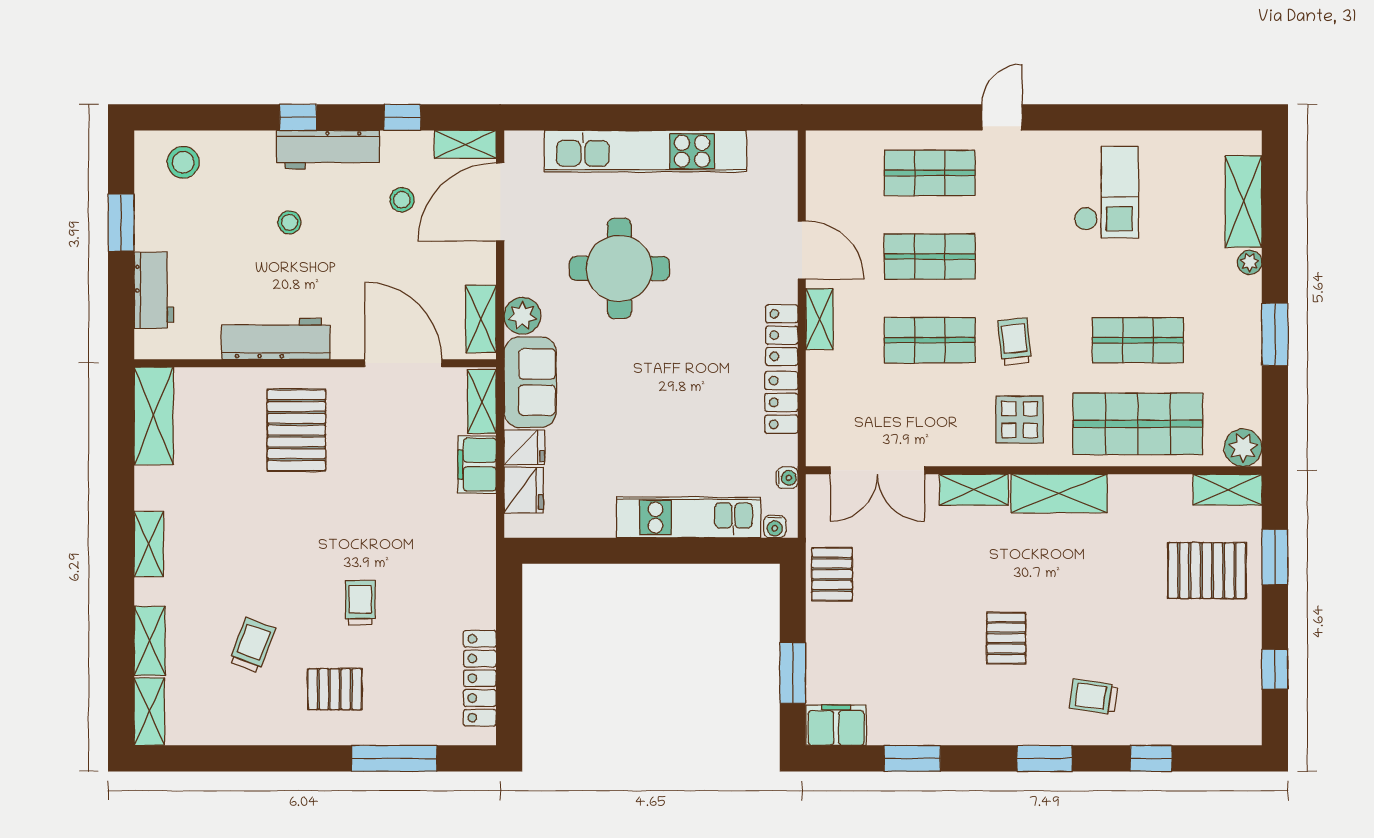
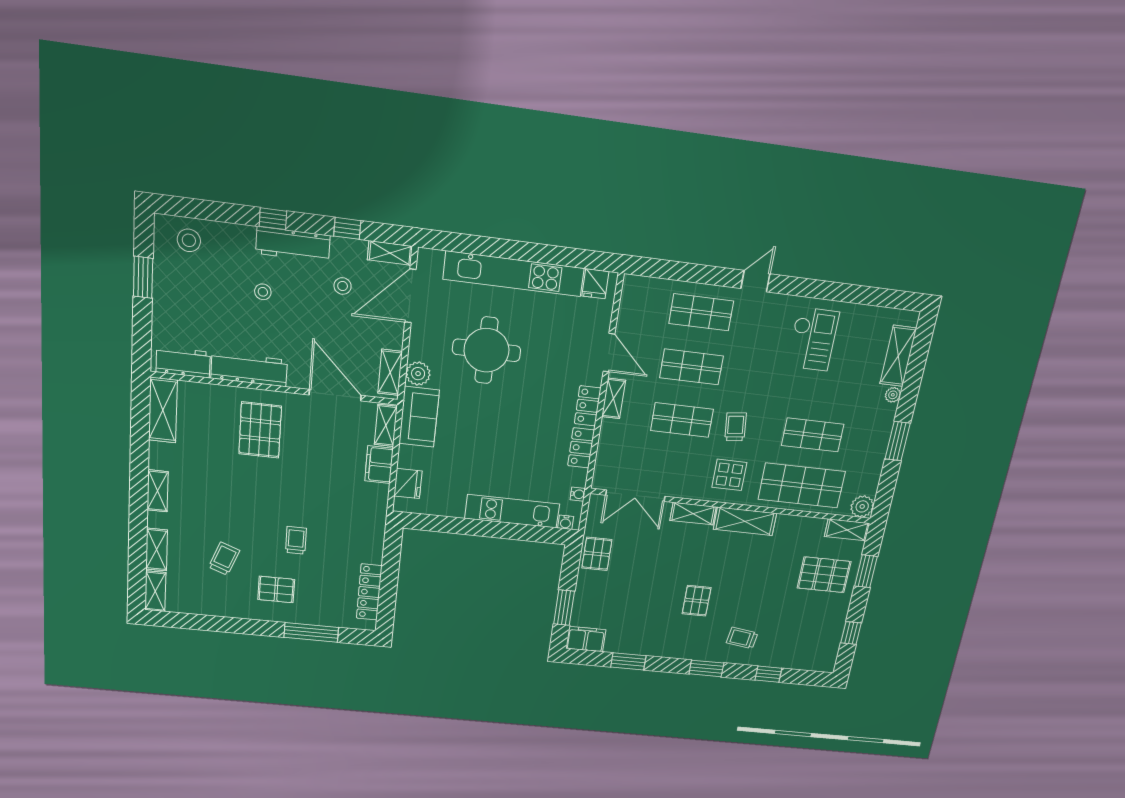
workbench: (154, 290) -> (183, 362), moved, turned -90
fridge: (524, 447) -> (595, 284), moved, turned 90

